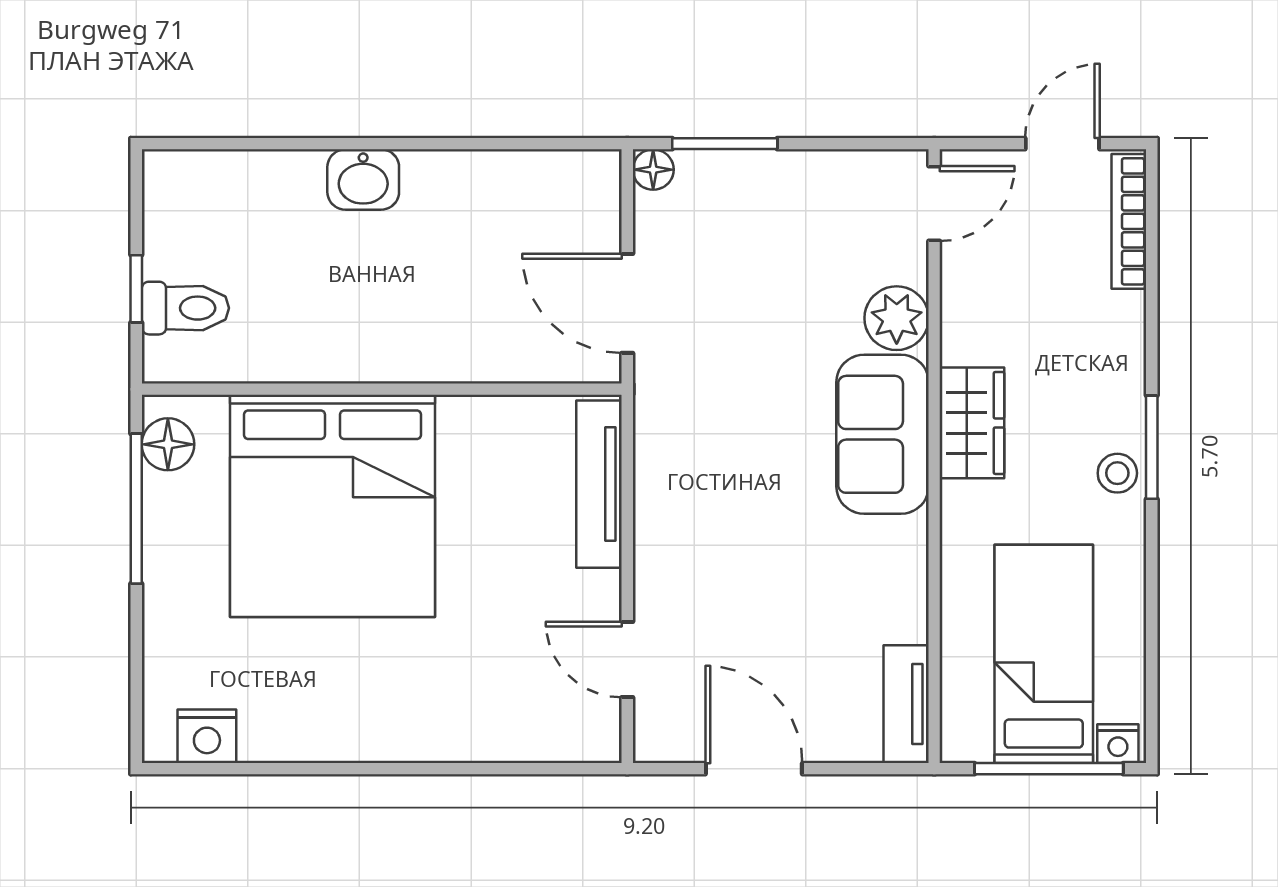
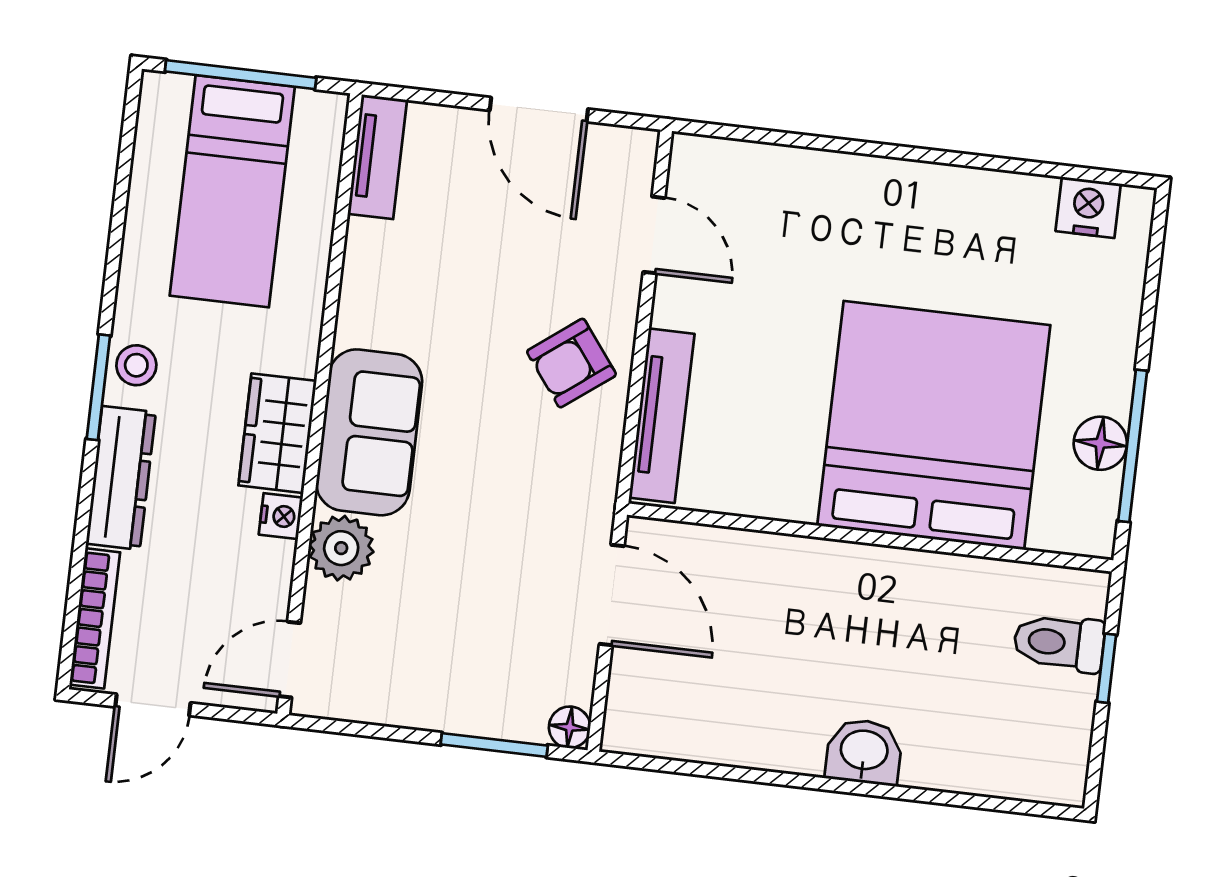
dresser: (1120, 361) -> (121, 478), added
floor lamp: (168, 444) -> (1100, 443), moved
armchair: (693, 525) -> (571, 363), added
nightstand: (1118, 744) -> (281, 516), moved, turned 90

